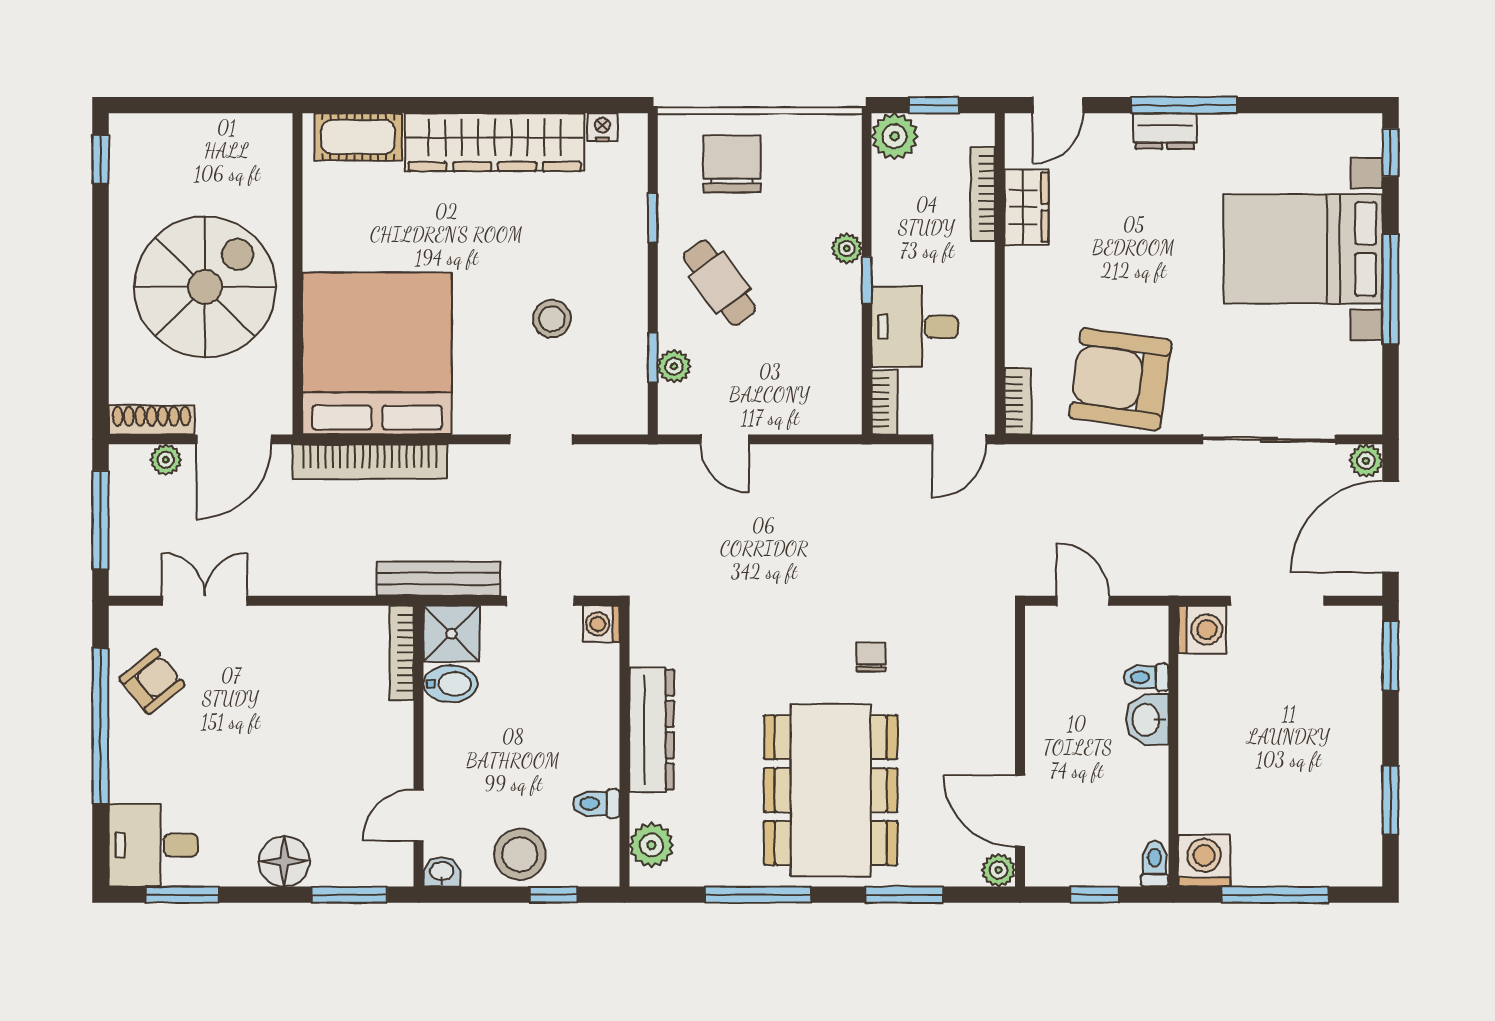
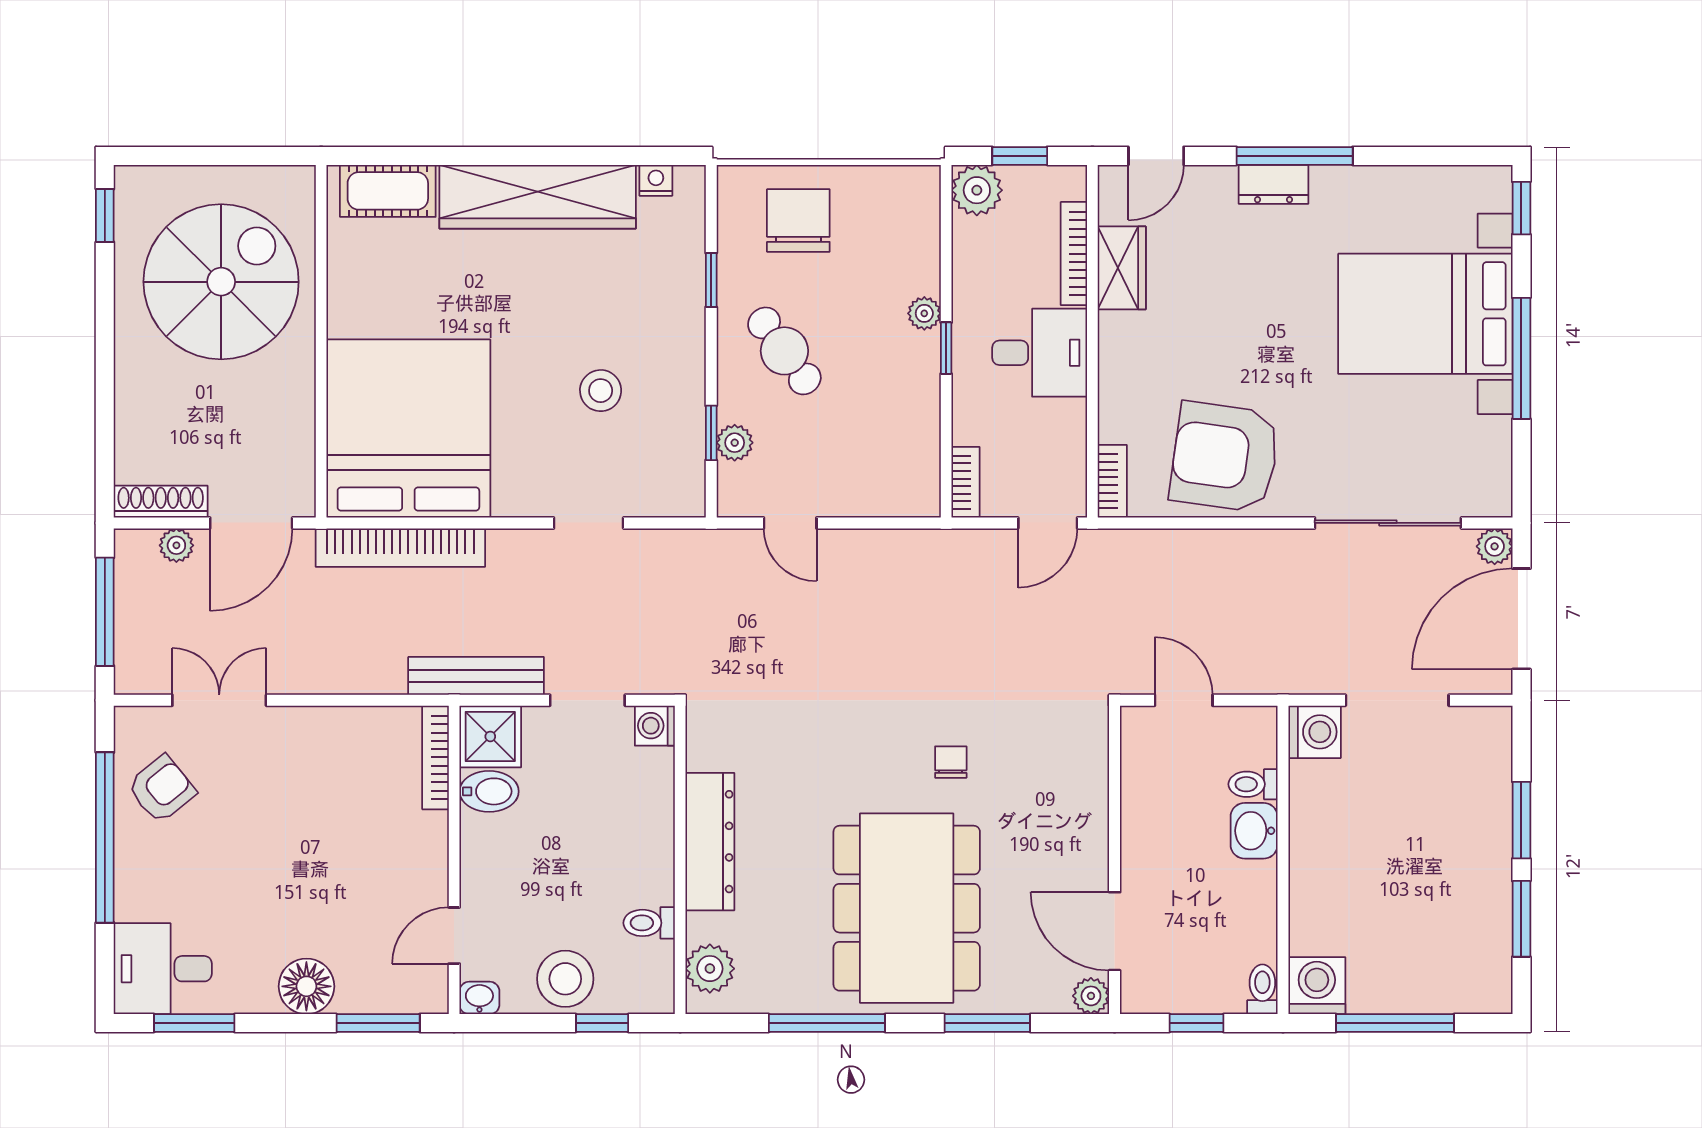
spiral stairs: (205, 287) -> (221, 282), moved
desk: (915, 327) -> (1040, 353), moved, turned 180
window: (1391, 656) -> (1521, 820), moved

